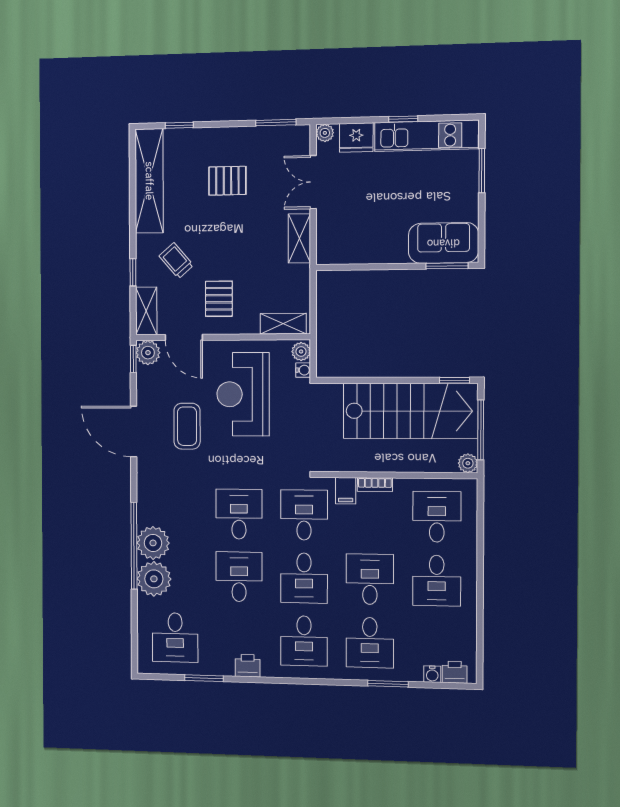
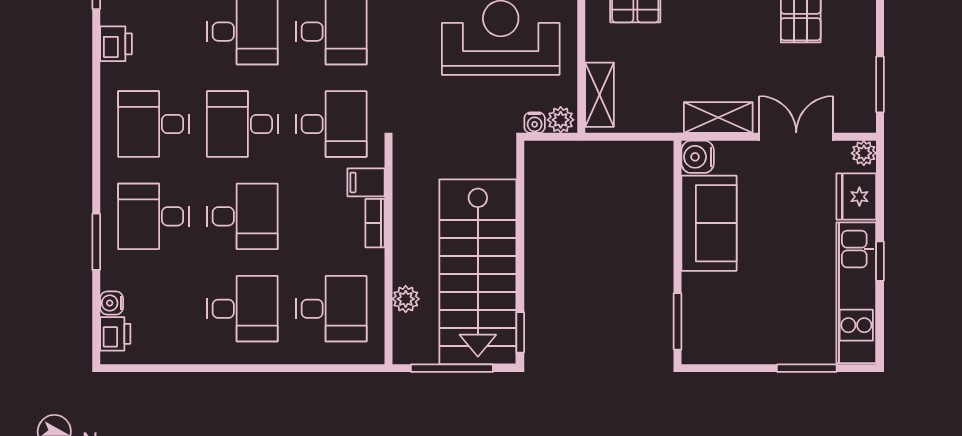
sofa: (443, 243) -> (709, 223), moved
water cooler: (328, 253) -> (698, 157), added
plant: (468, 463) -> (406, 299), moved
desk: (437, 581) -> (242, 309), turned 180

